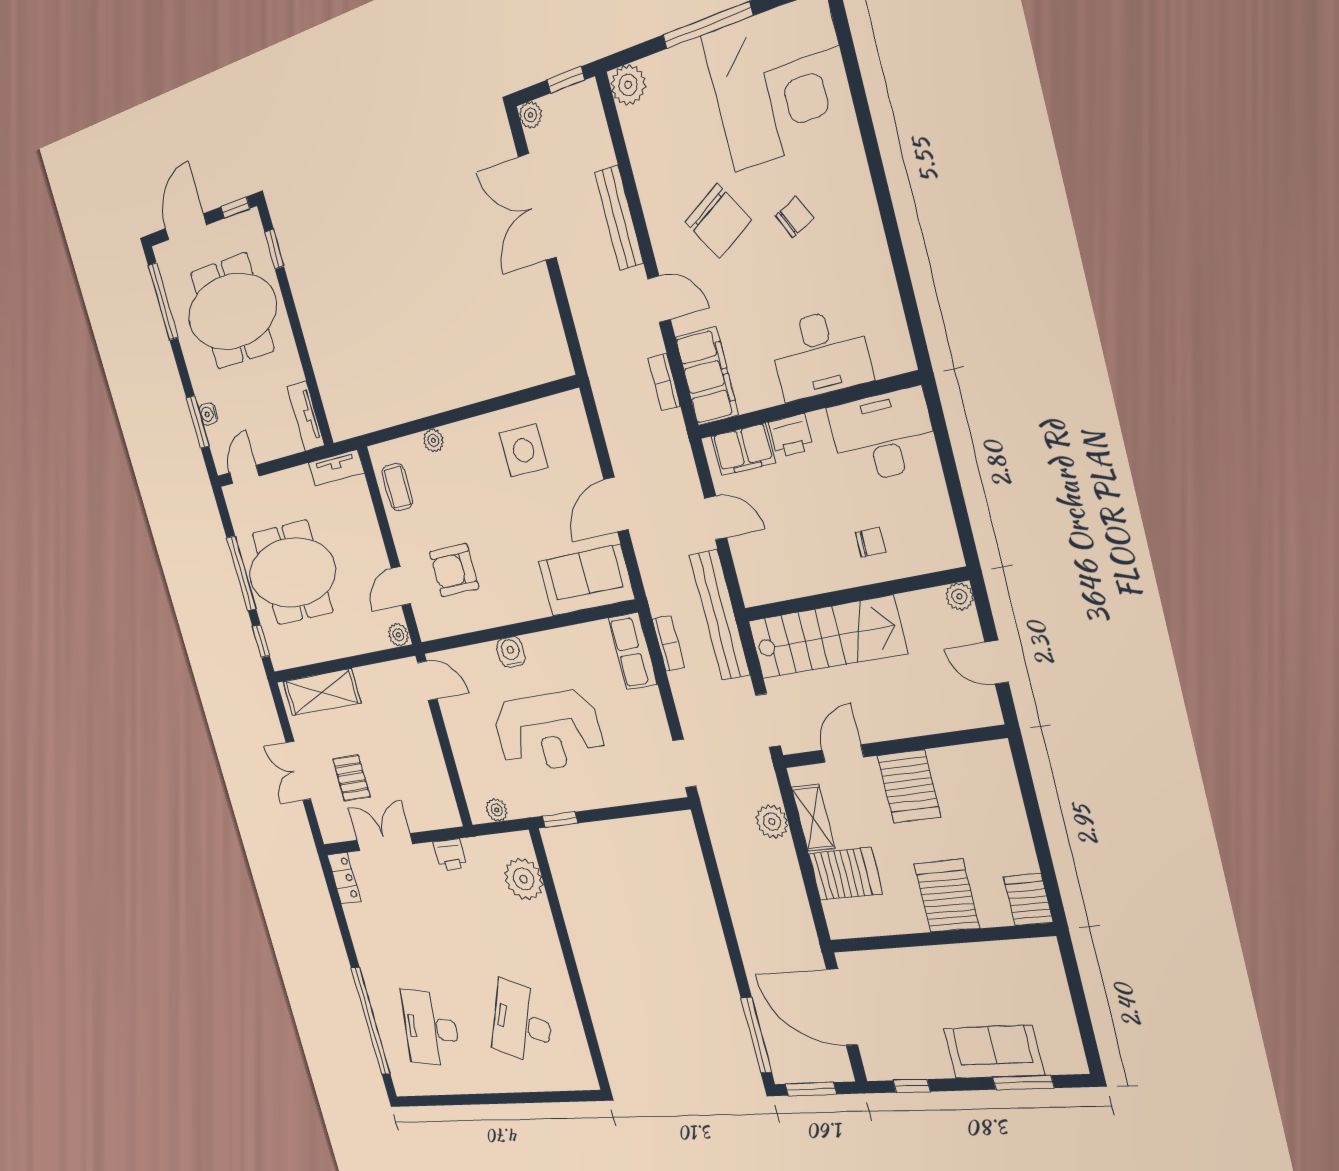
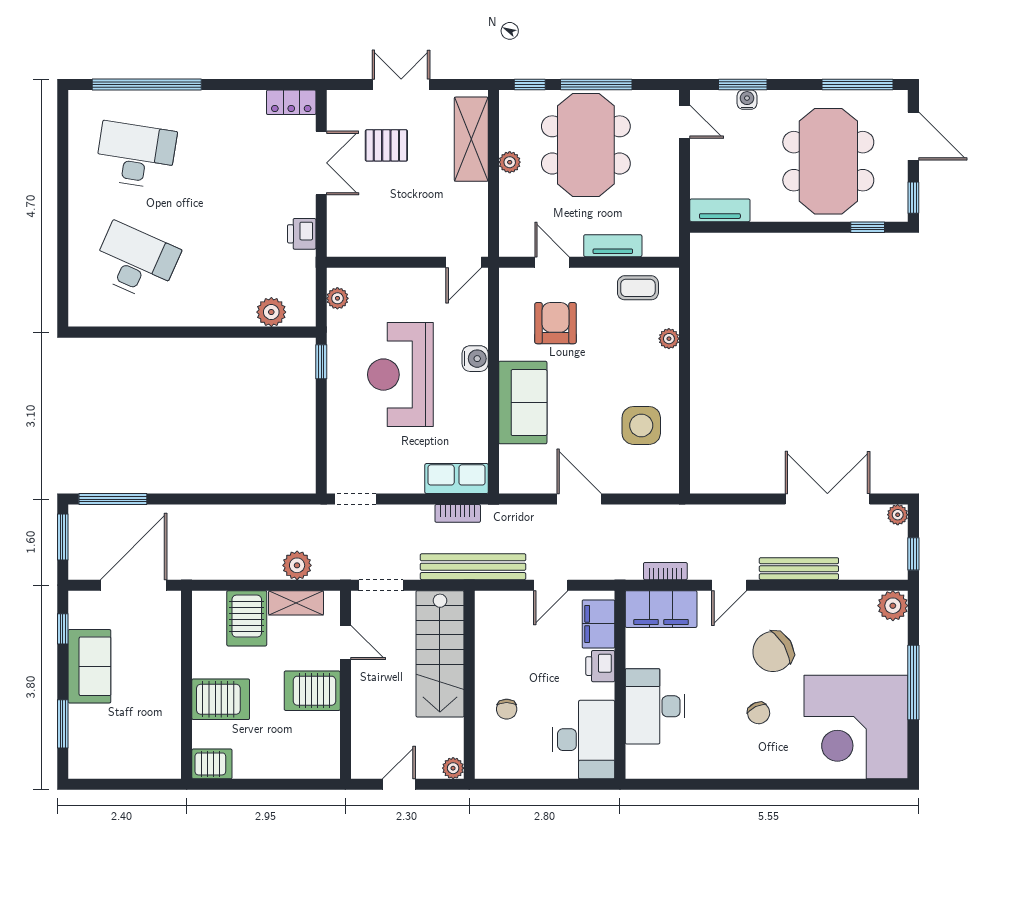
tv unit: (336, 468) -> (613, 246), moved, turned 90
sofa: (586, 580) -> (523, 403), moved
plant: (398, 635) -> (510, 162), moved
plant: (524, 879) -> (271, 312), width x0.73, depth x0.73
sofa: (994, 1052) -> (89, 666), moved

